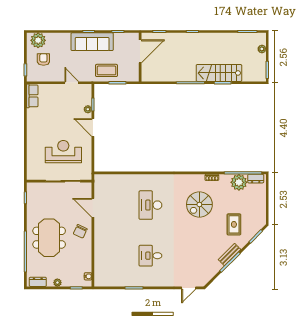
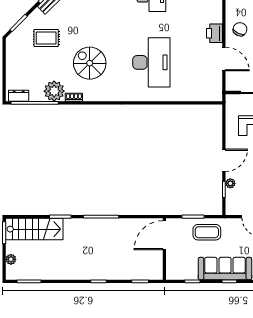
door: (140, 51) -> (164, 235), moved
stairs: (219, 73) -> (34, 229), moved
door: (93, 127) -> (224, 160), hinge flipped
plant: (239, 182) -> (54, 91), moved
spiral stairs: (199, 204) -> (90, 63), turned -90
desk: (150, 205) -> (151, 62), width x1.36, depth x1.30
rug: (234, 224) -> (46, 38), turned 90
printer: (100, 228) -> (215, 33), added

